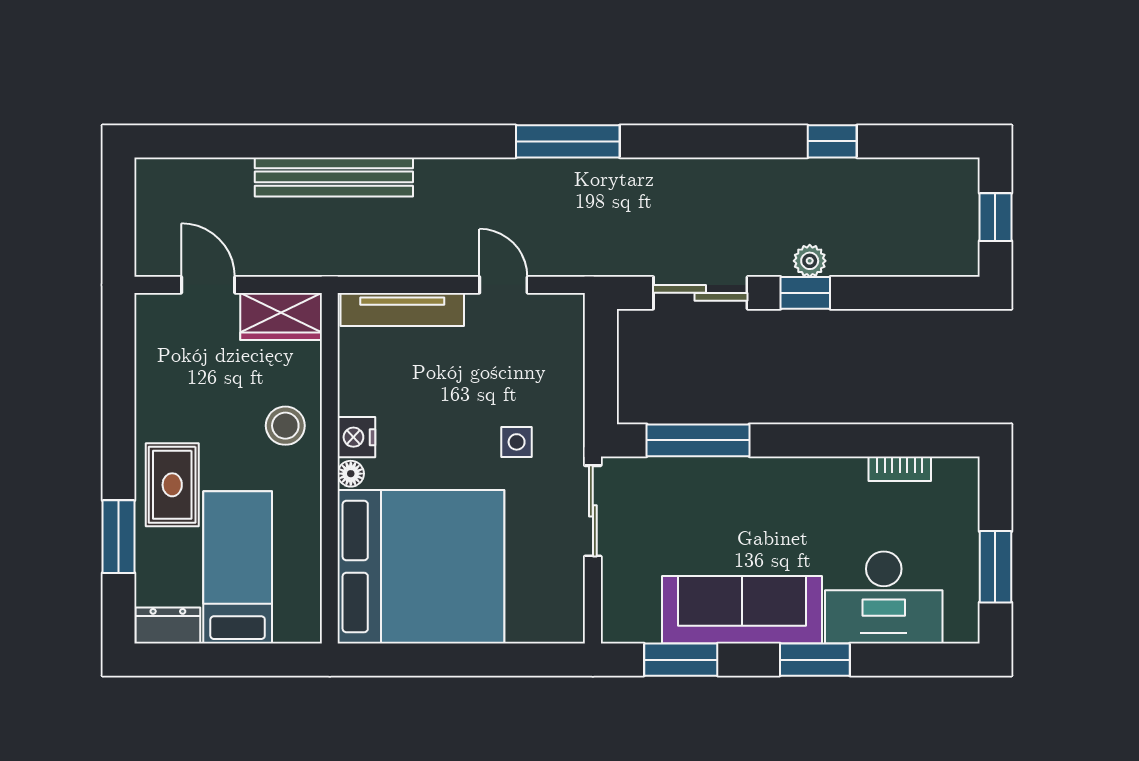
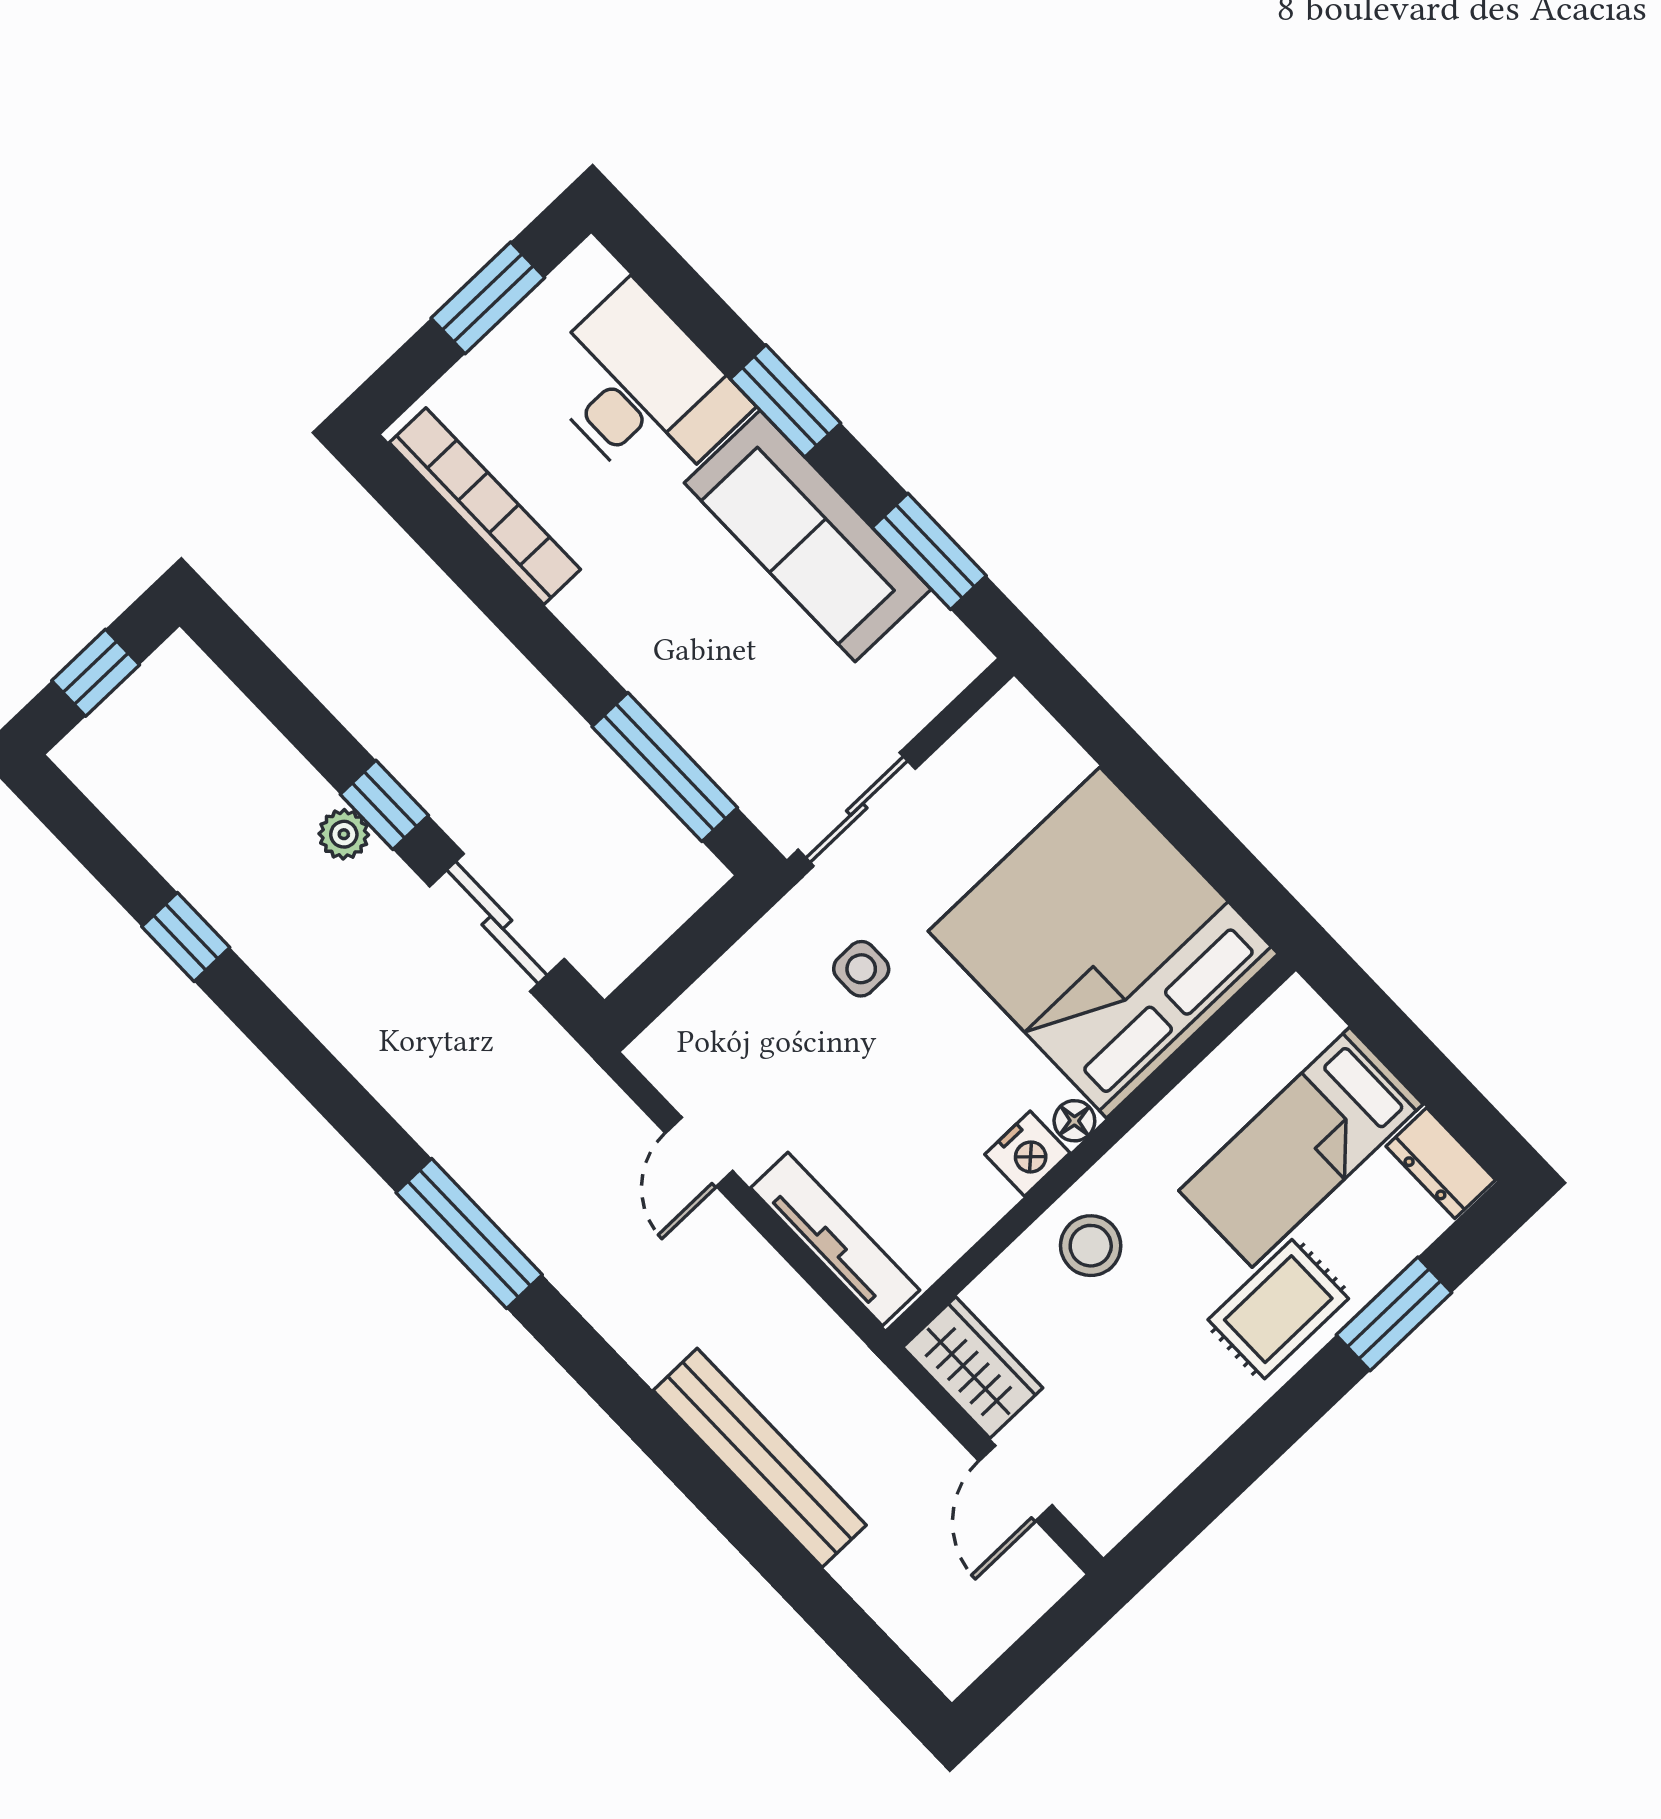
bookcase: (900, 469) -> (485, 506), width x2.31, depth x1.31

